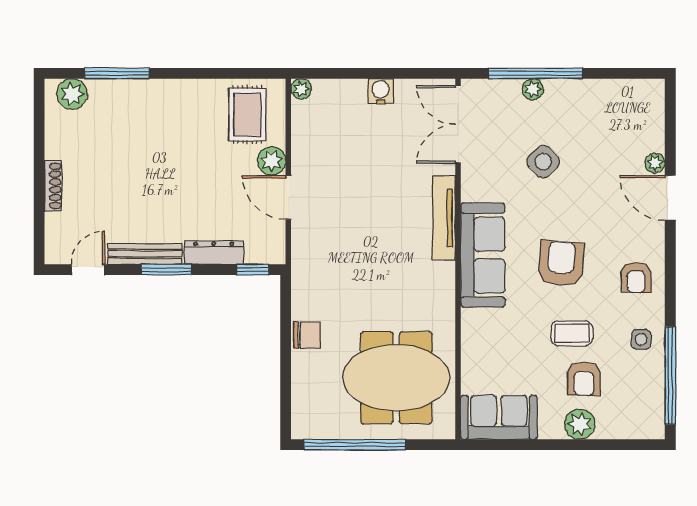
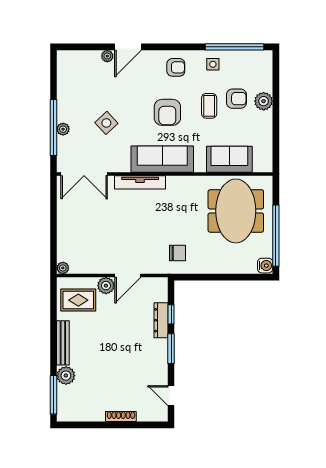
window: (117, 73) -> (54, 395), moved
water cooler: (381, 91) -> (265, 266), moved, turned 180
plant: (72, 94) -> (66, 376), moved
bench: (145, 254) -> (63, 343), moved
armchair: (561, 263) -> (167, 112), turned -95
window: (253, 270) -> (171, 314), moved
chair: (307, 335) -> (177, 253), moved, turned 90
sofa: (499, 417) -> (229, 159), moved, turned 90

